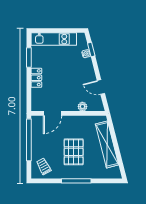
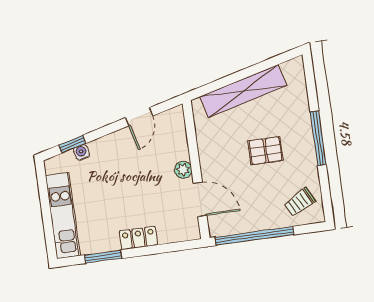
plant: (82, 107) -> (183, 170), moved
pallet: (74, 152) -> (266, 151), width x0.67, depth x0.71

